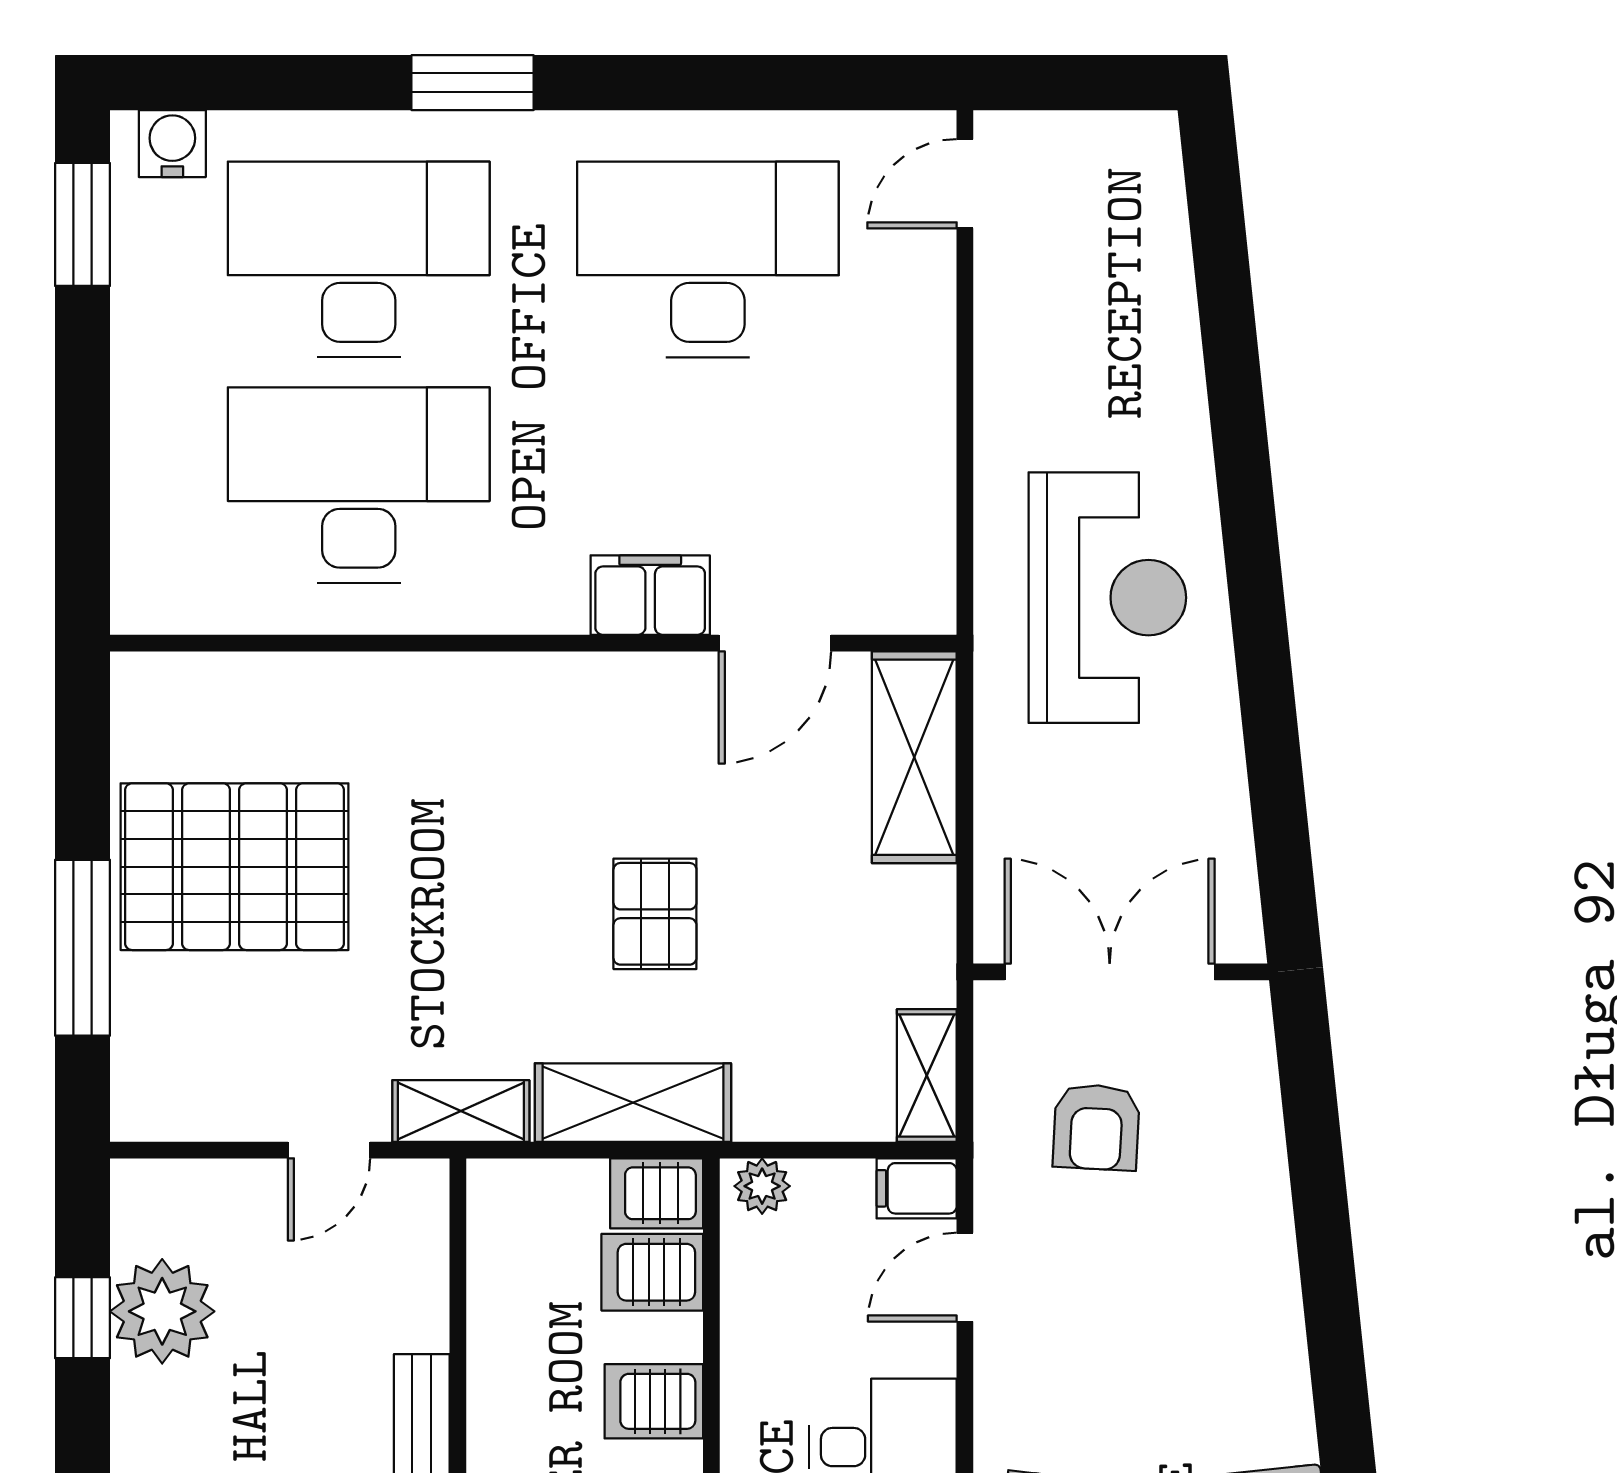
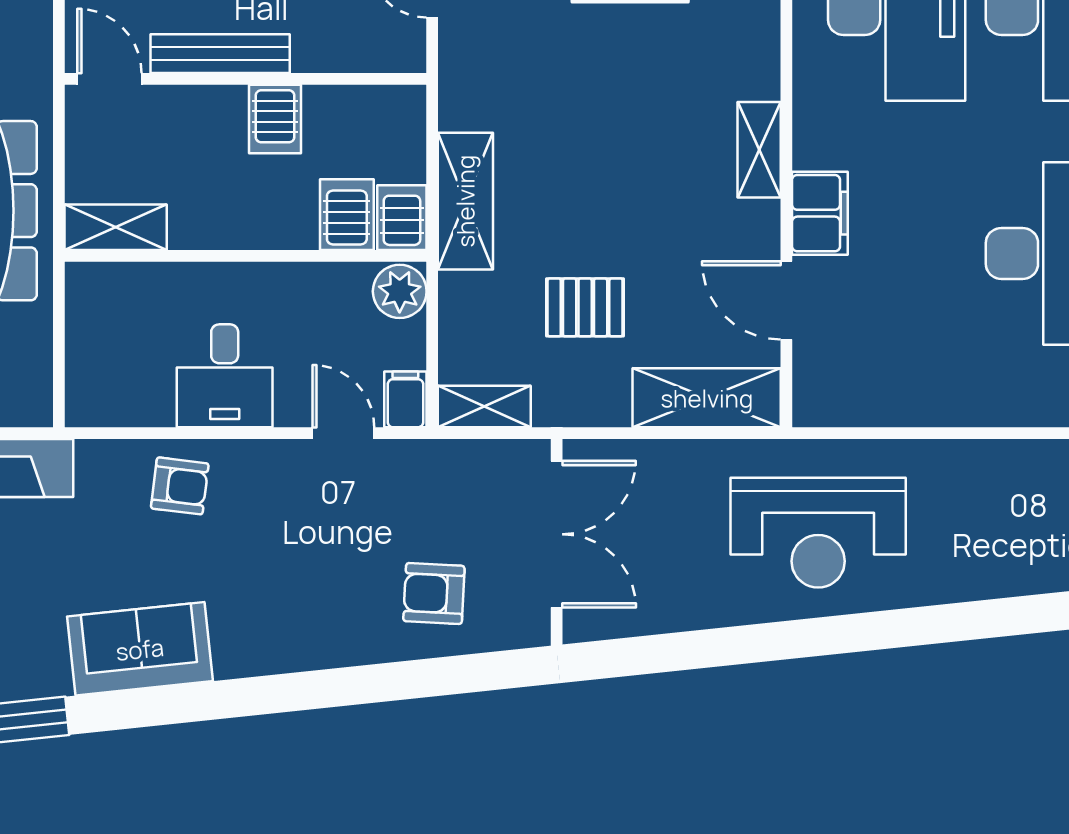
pallet: (655, 914) -> (585, 307), moved
shelving: (461, 1111) -> (759, 150), moved
armchair: (1096, 1127) -> (434, 594), moved
plant: (762, 1186) -> (400, 291), width x1.38, depth x1.38
server rack: (654, 1401) -> (275, 119), moved, turned 180

